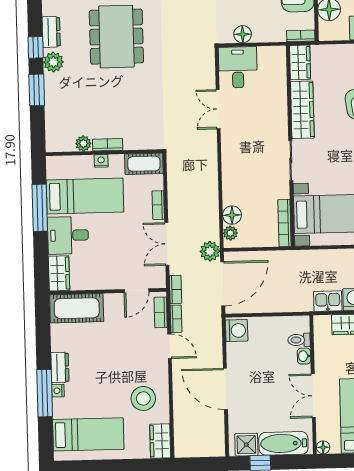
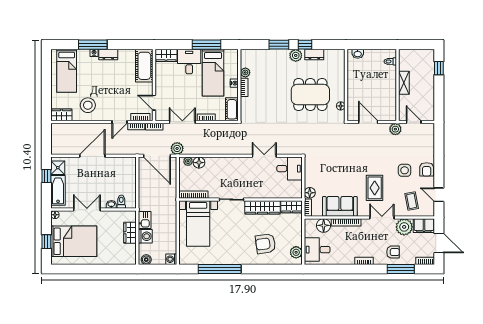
floor lamp: (243, 34) -> (310, 193), moved
washing machine: (237, 330) -> (128, 164), removed

